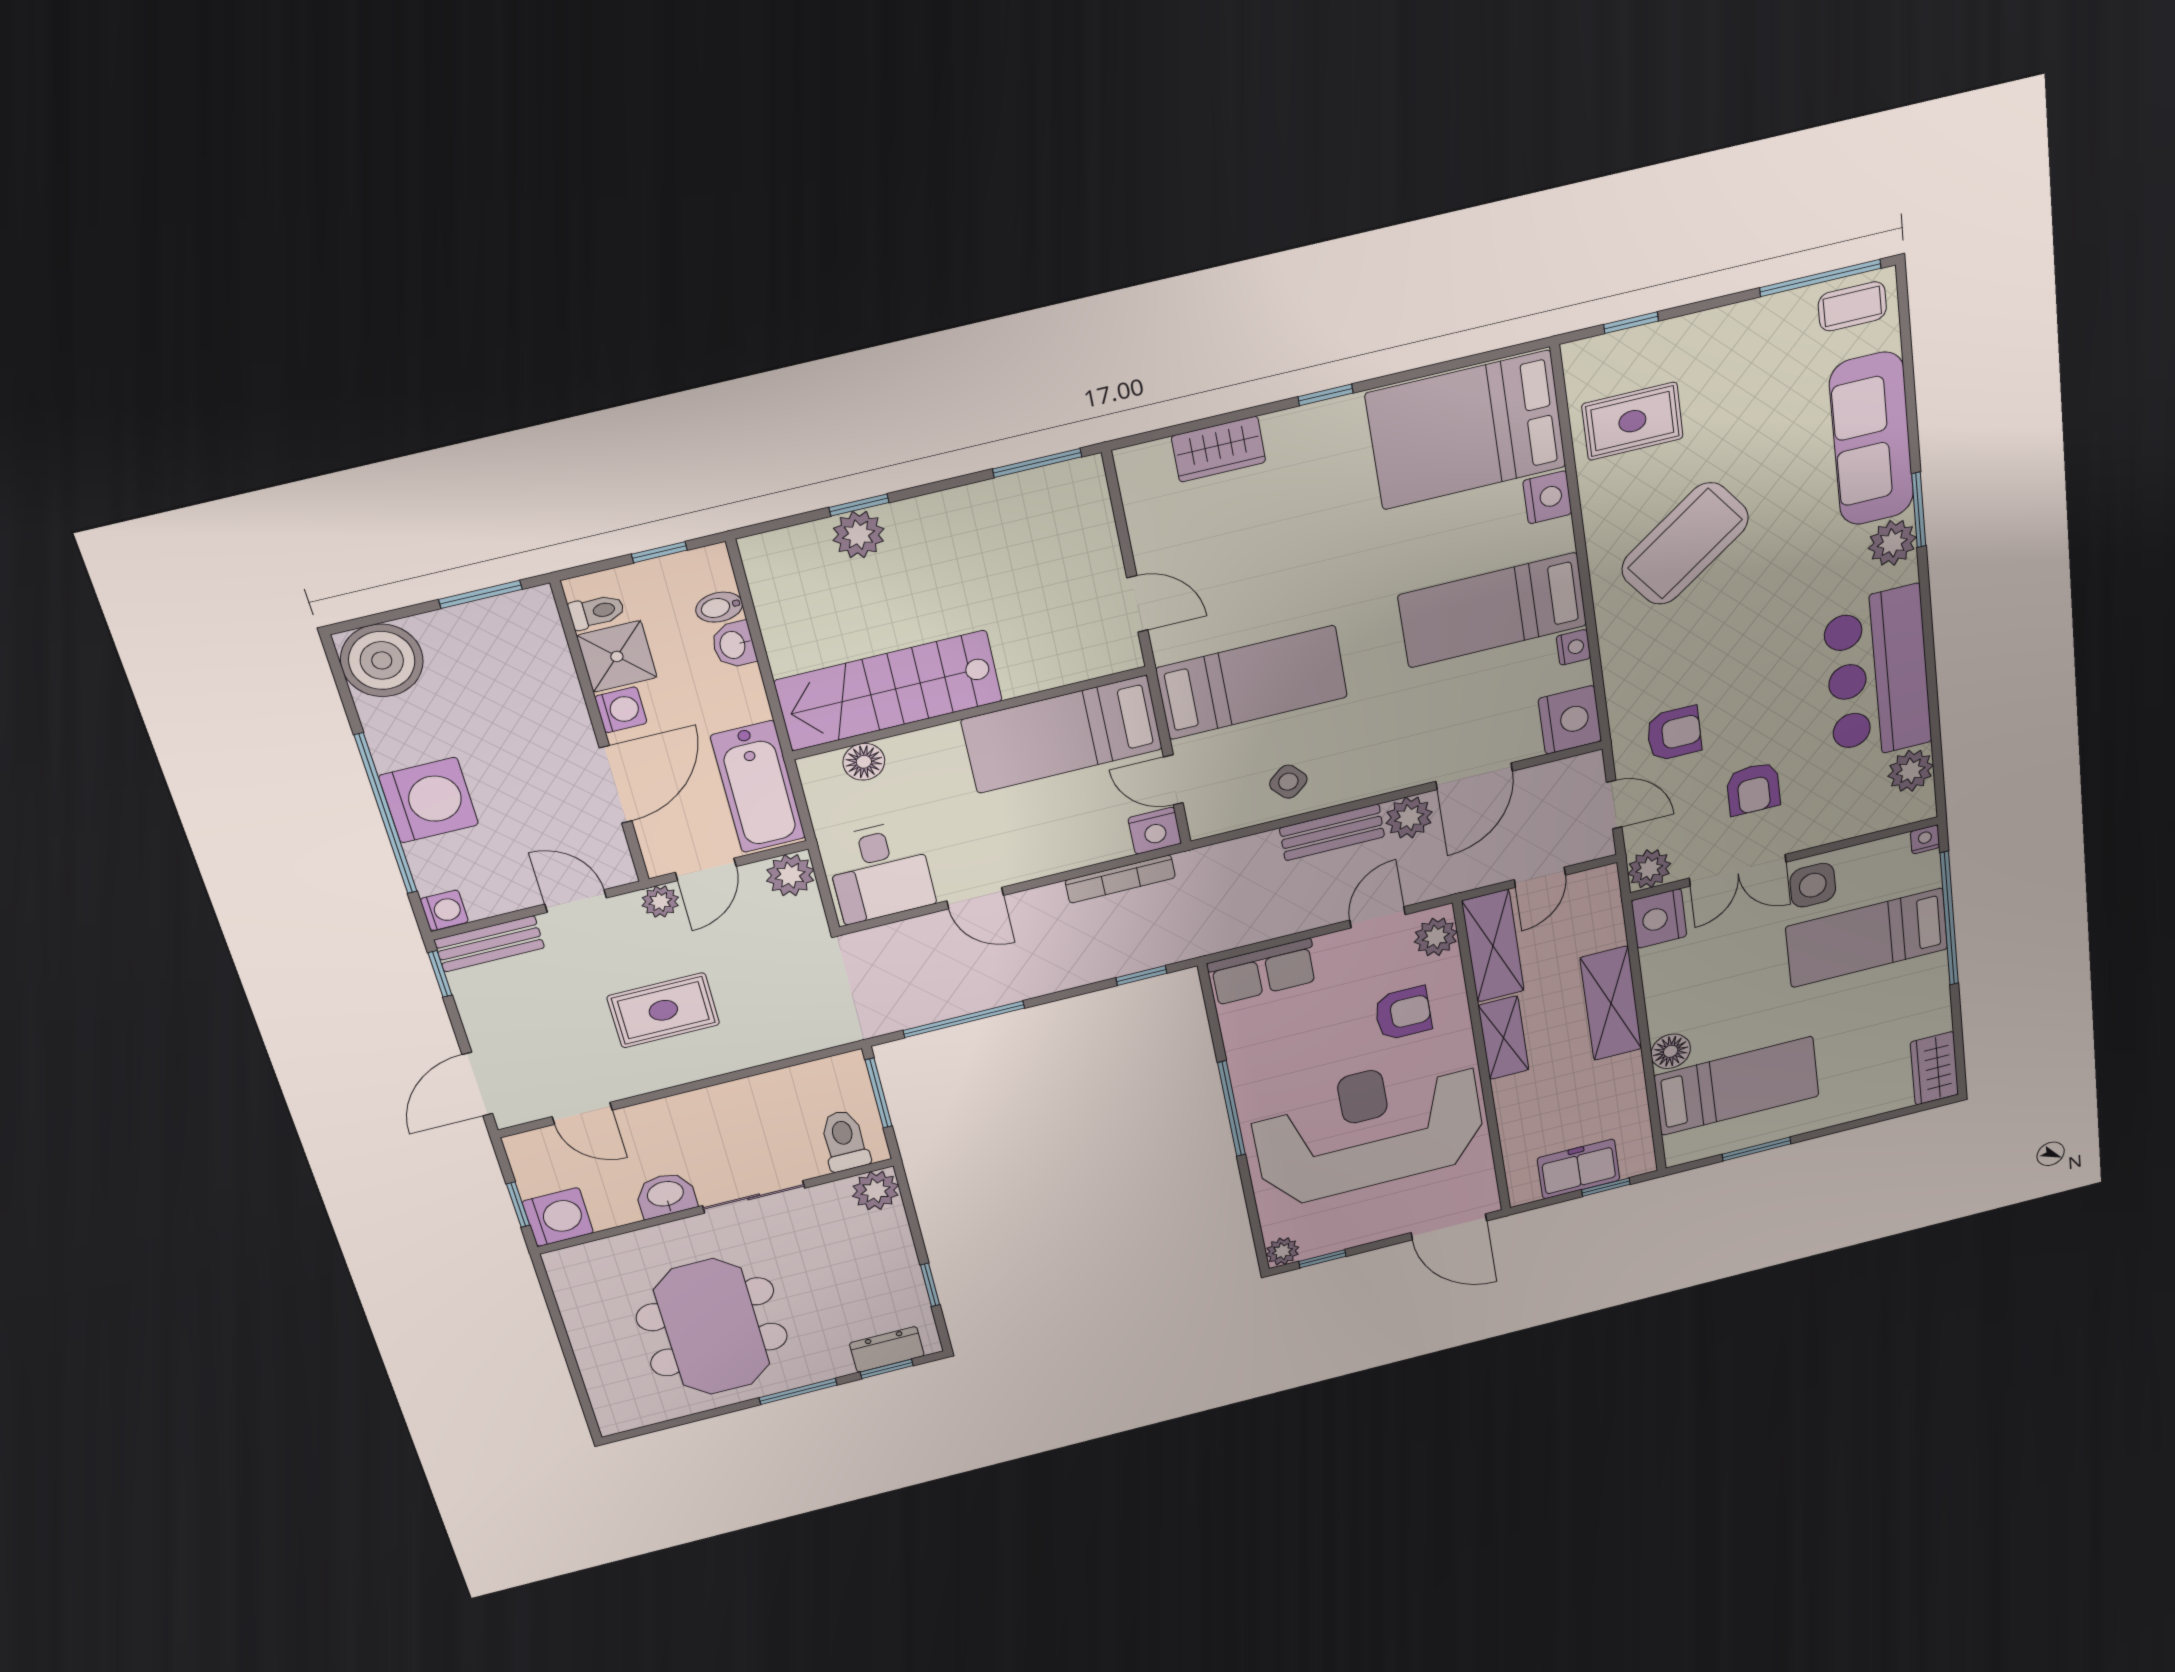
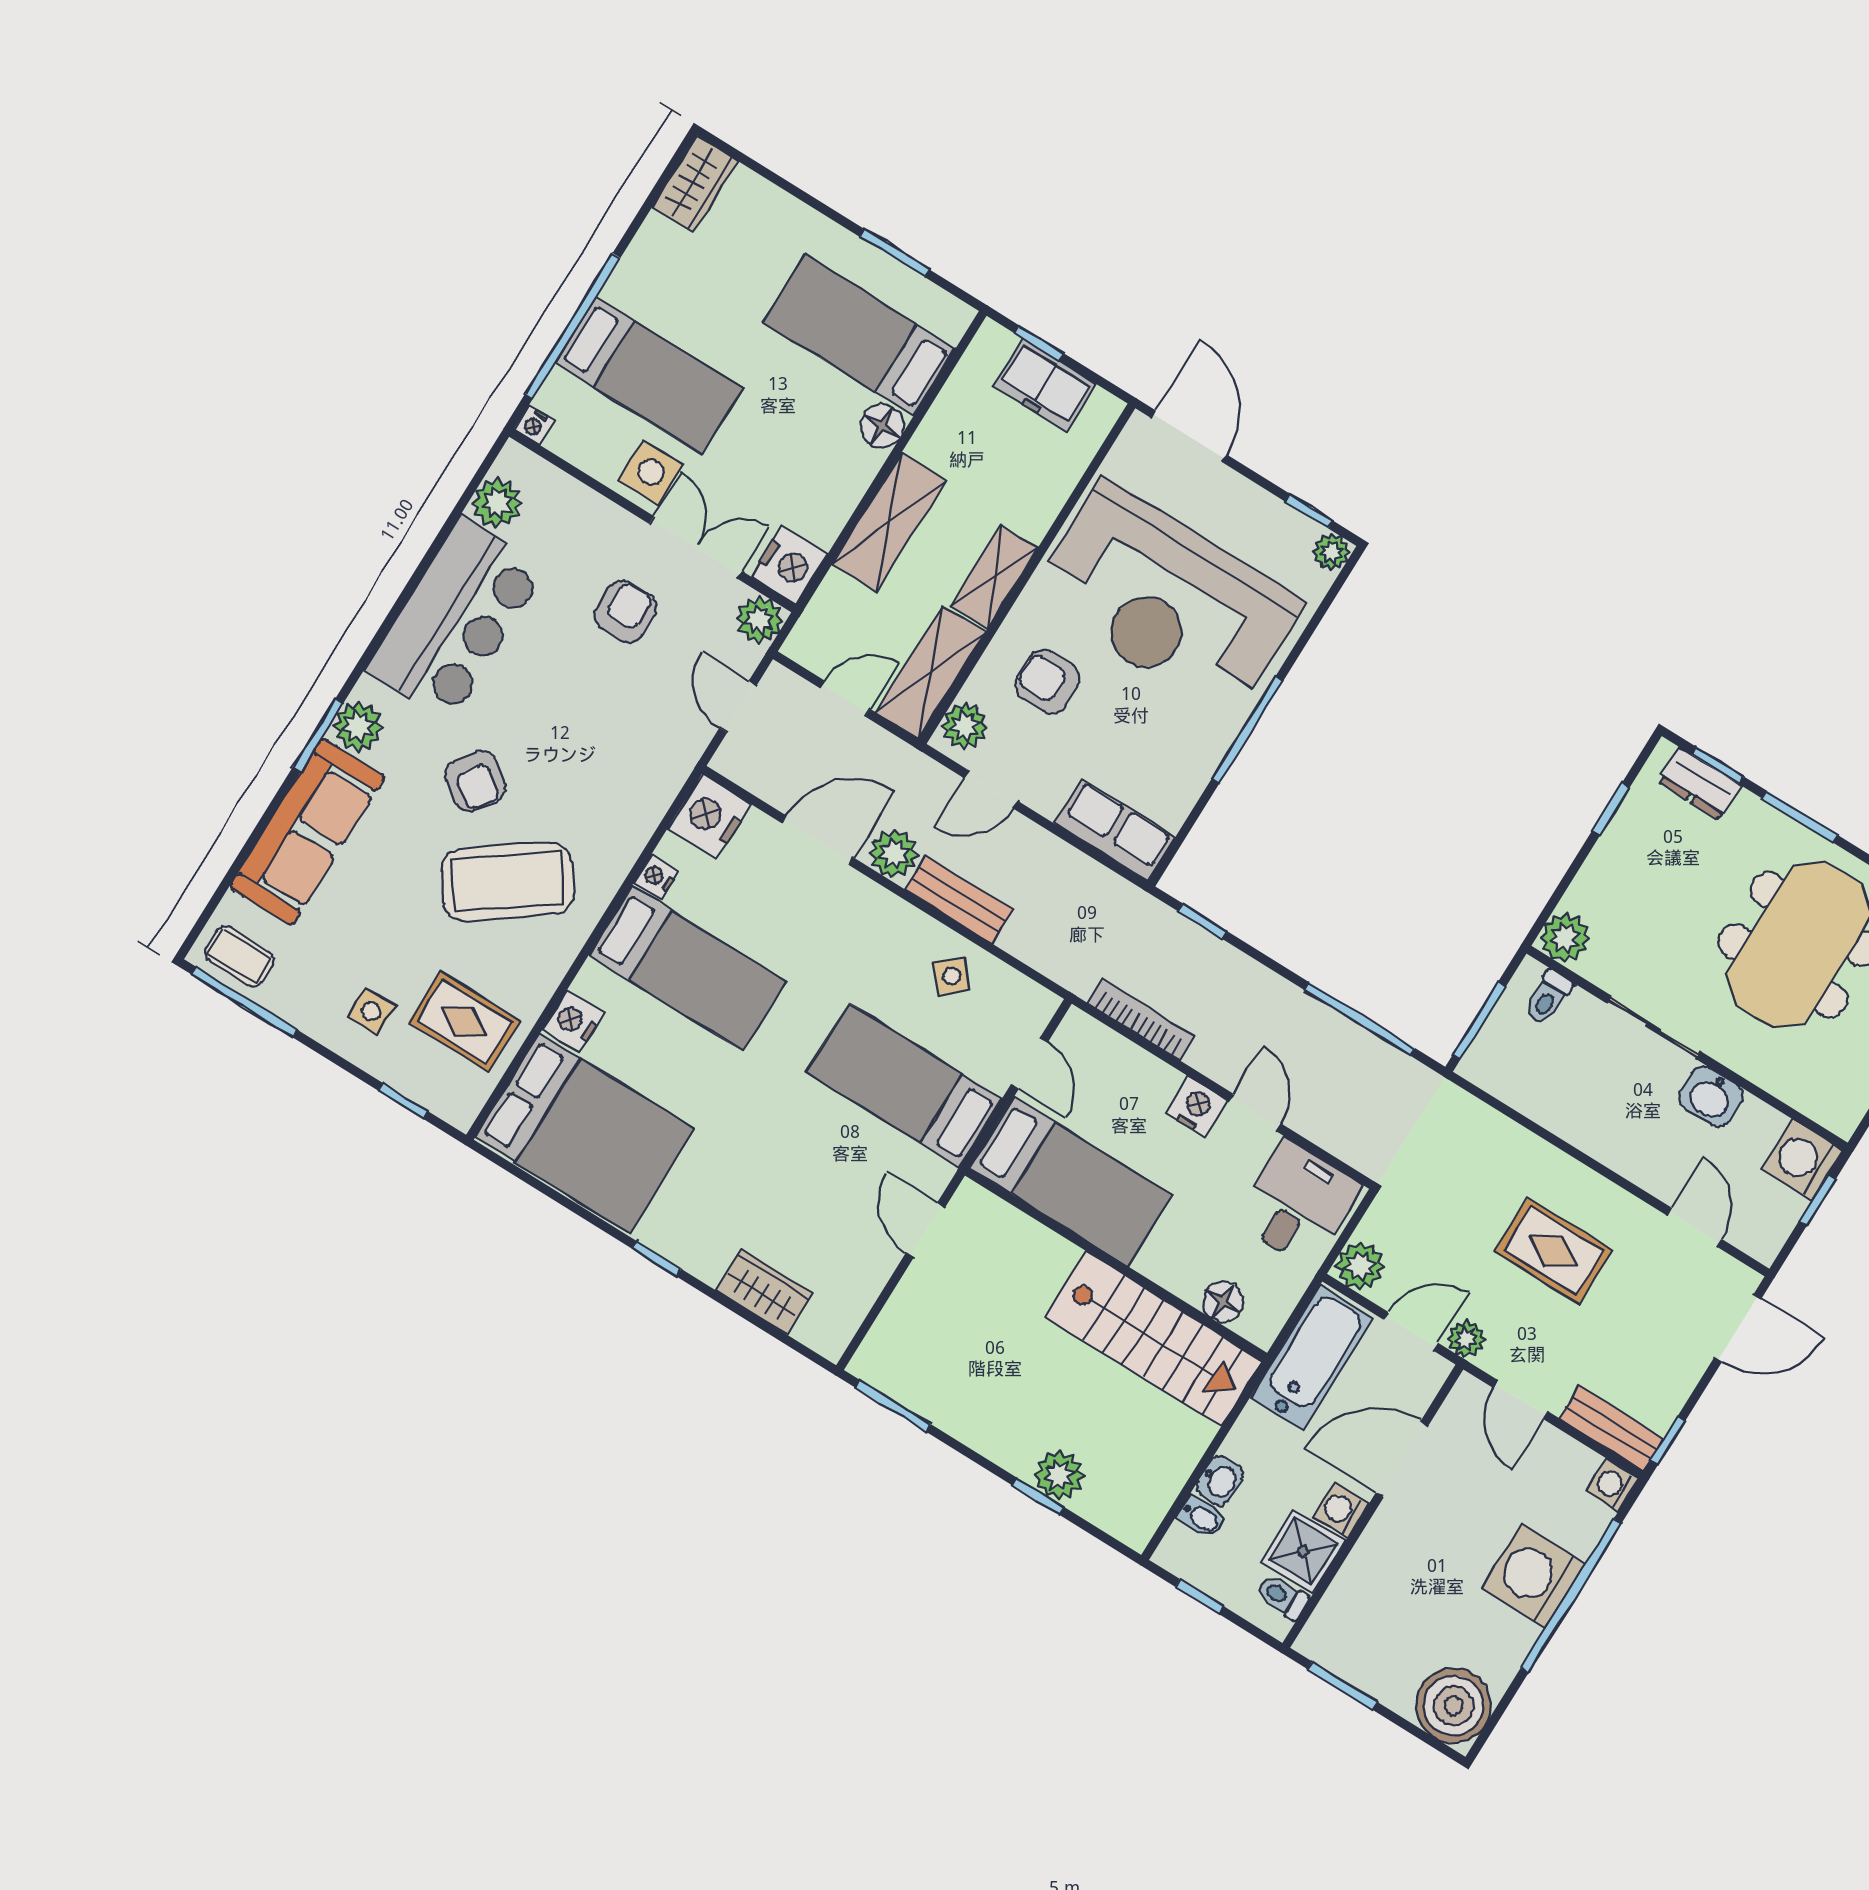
side table: (1713, 362) -> (371, 1011), added
armchair: (1674, 734) -> (475, 781), moved, turned -145
nightstand: (1155, 831) -> (1196, 1107), moved
toilet: (844, 1141) -> (1548, 997), width x0.73, depth x0.72

